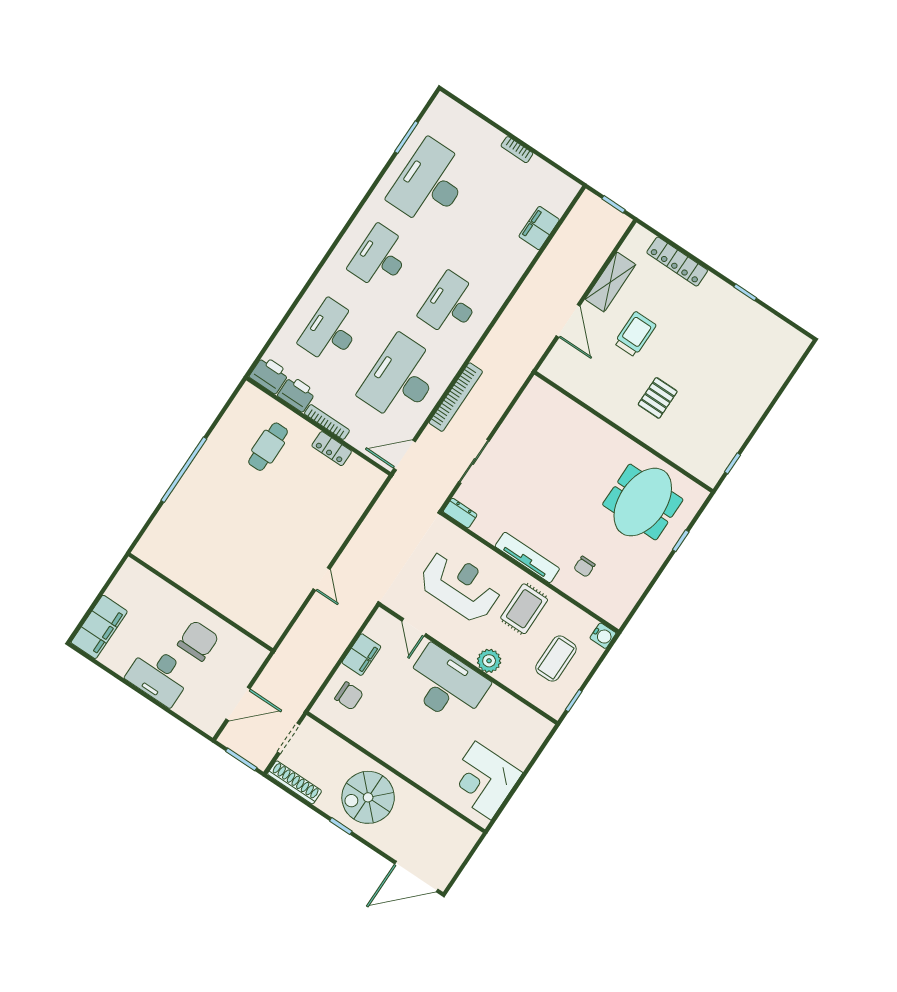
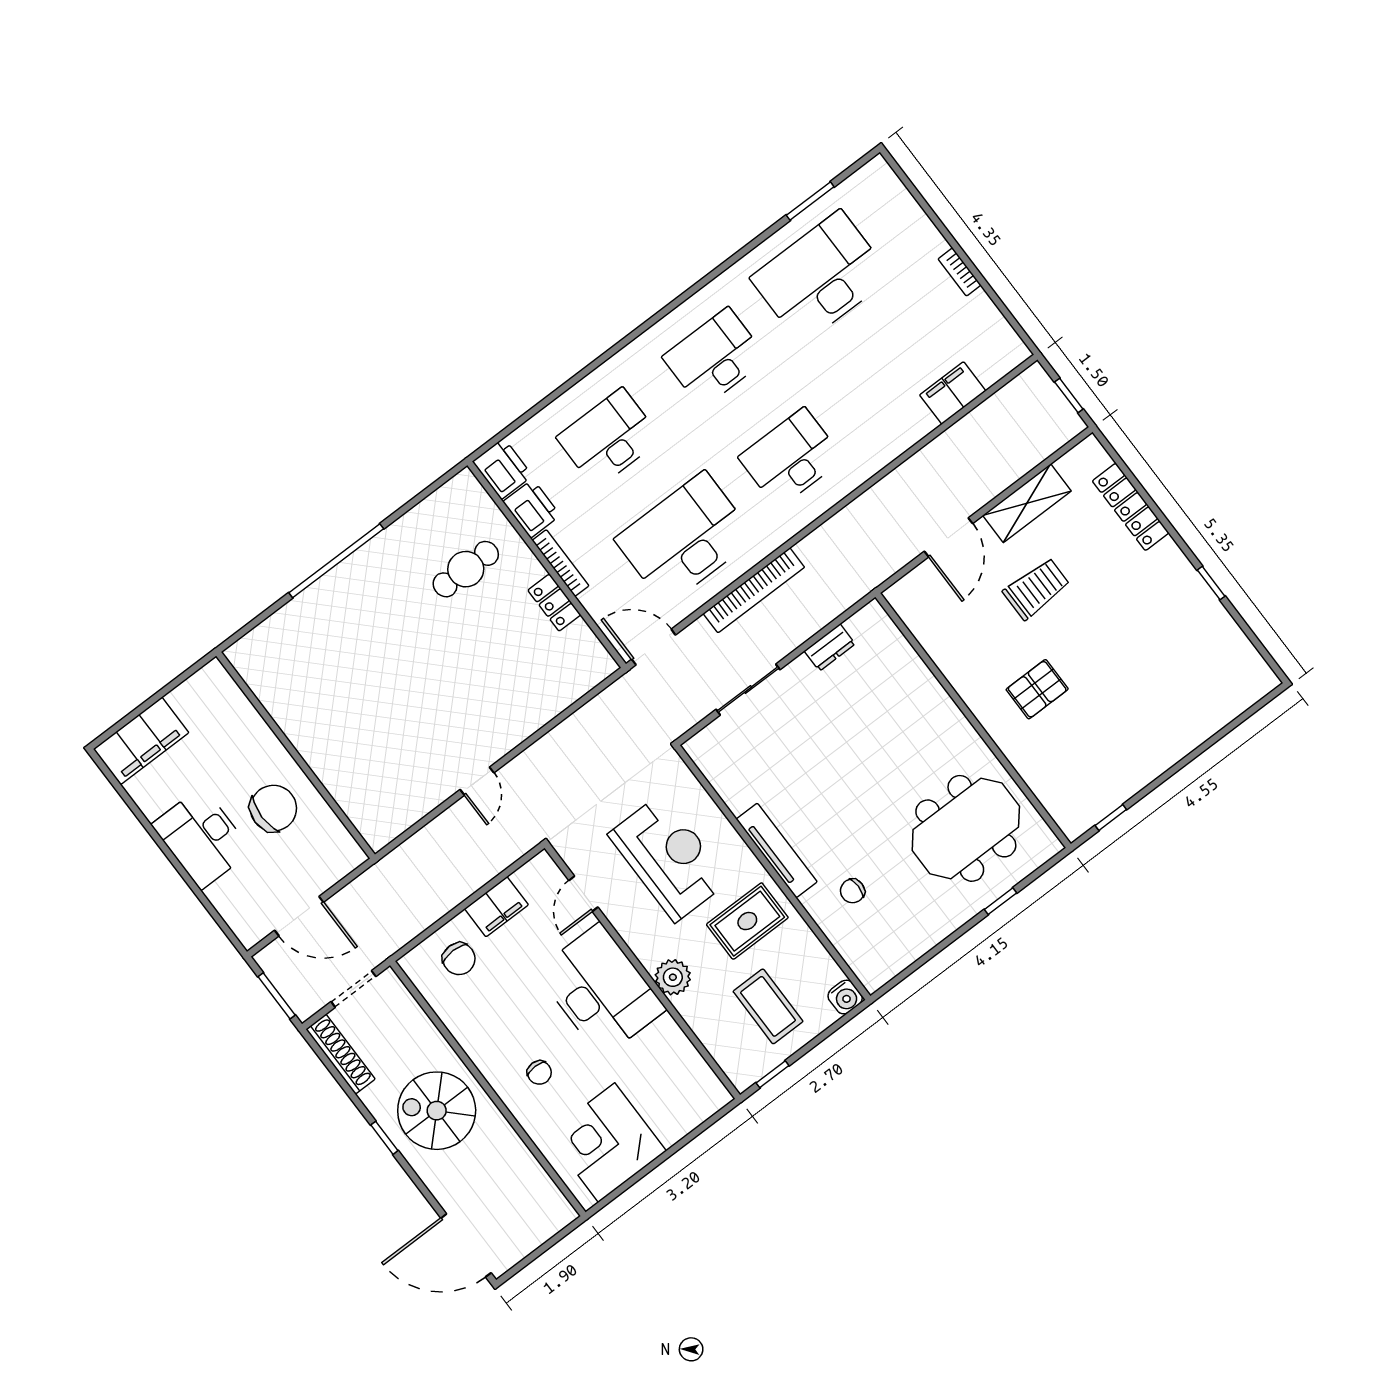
dresser: (460, 513) -> (830, 647), moved, turned 90
coffee table: (556, 659) -> (768, 1006), turned 90
chair: (425, 751) -> (539, 1073), added

